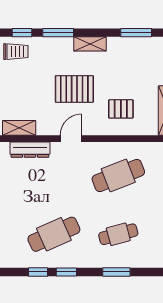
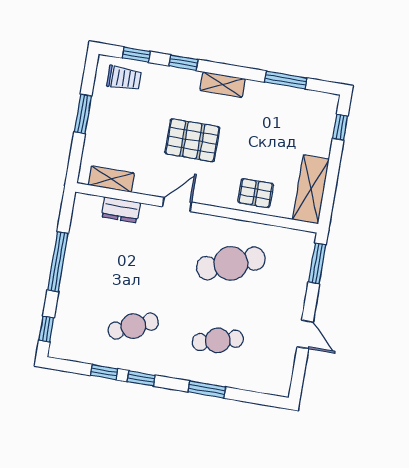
window: (58, 33) -> (183, 63), width x0.67
pallet: (121, 109) -> (256, 193), moved
dresser: (30, 150) -> (121, 210), width x0.70
cafe table: (54, 234) -> (133, 326), width x0.73, depth x0.74

